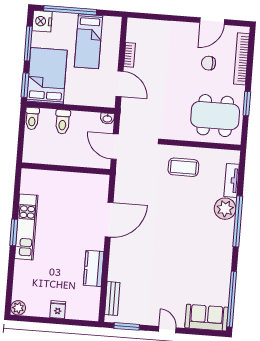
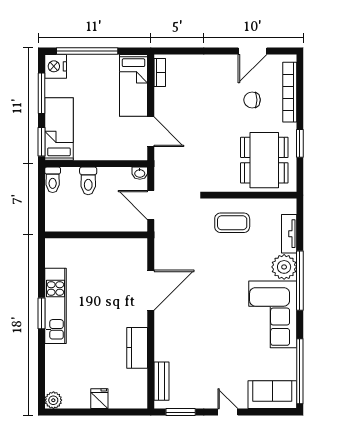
bed: (89, 41) -> (134, 85), moved
bookcase: (130, 55) -> (160, 73), moved
bed: (47, 76) -> (59, 129), width x0.67
dining table: (215, 116) -> (264, 160), turned 90
corner sofa: (212, 249) -> (273, 314), added

